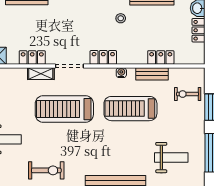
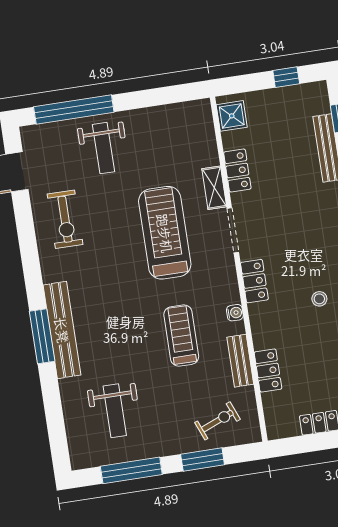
exercise bike: (188, 94) -> (217, 421), turned 68
treadmill: (130, 109) -> (181, 336), width x0.73, depth x0.73

